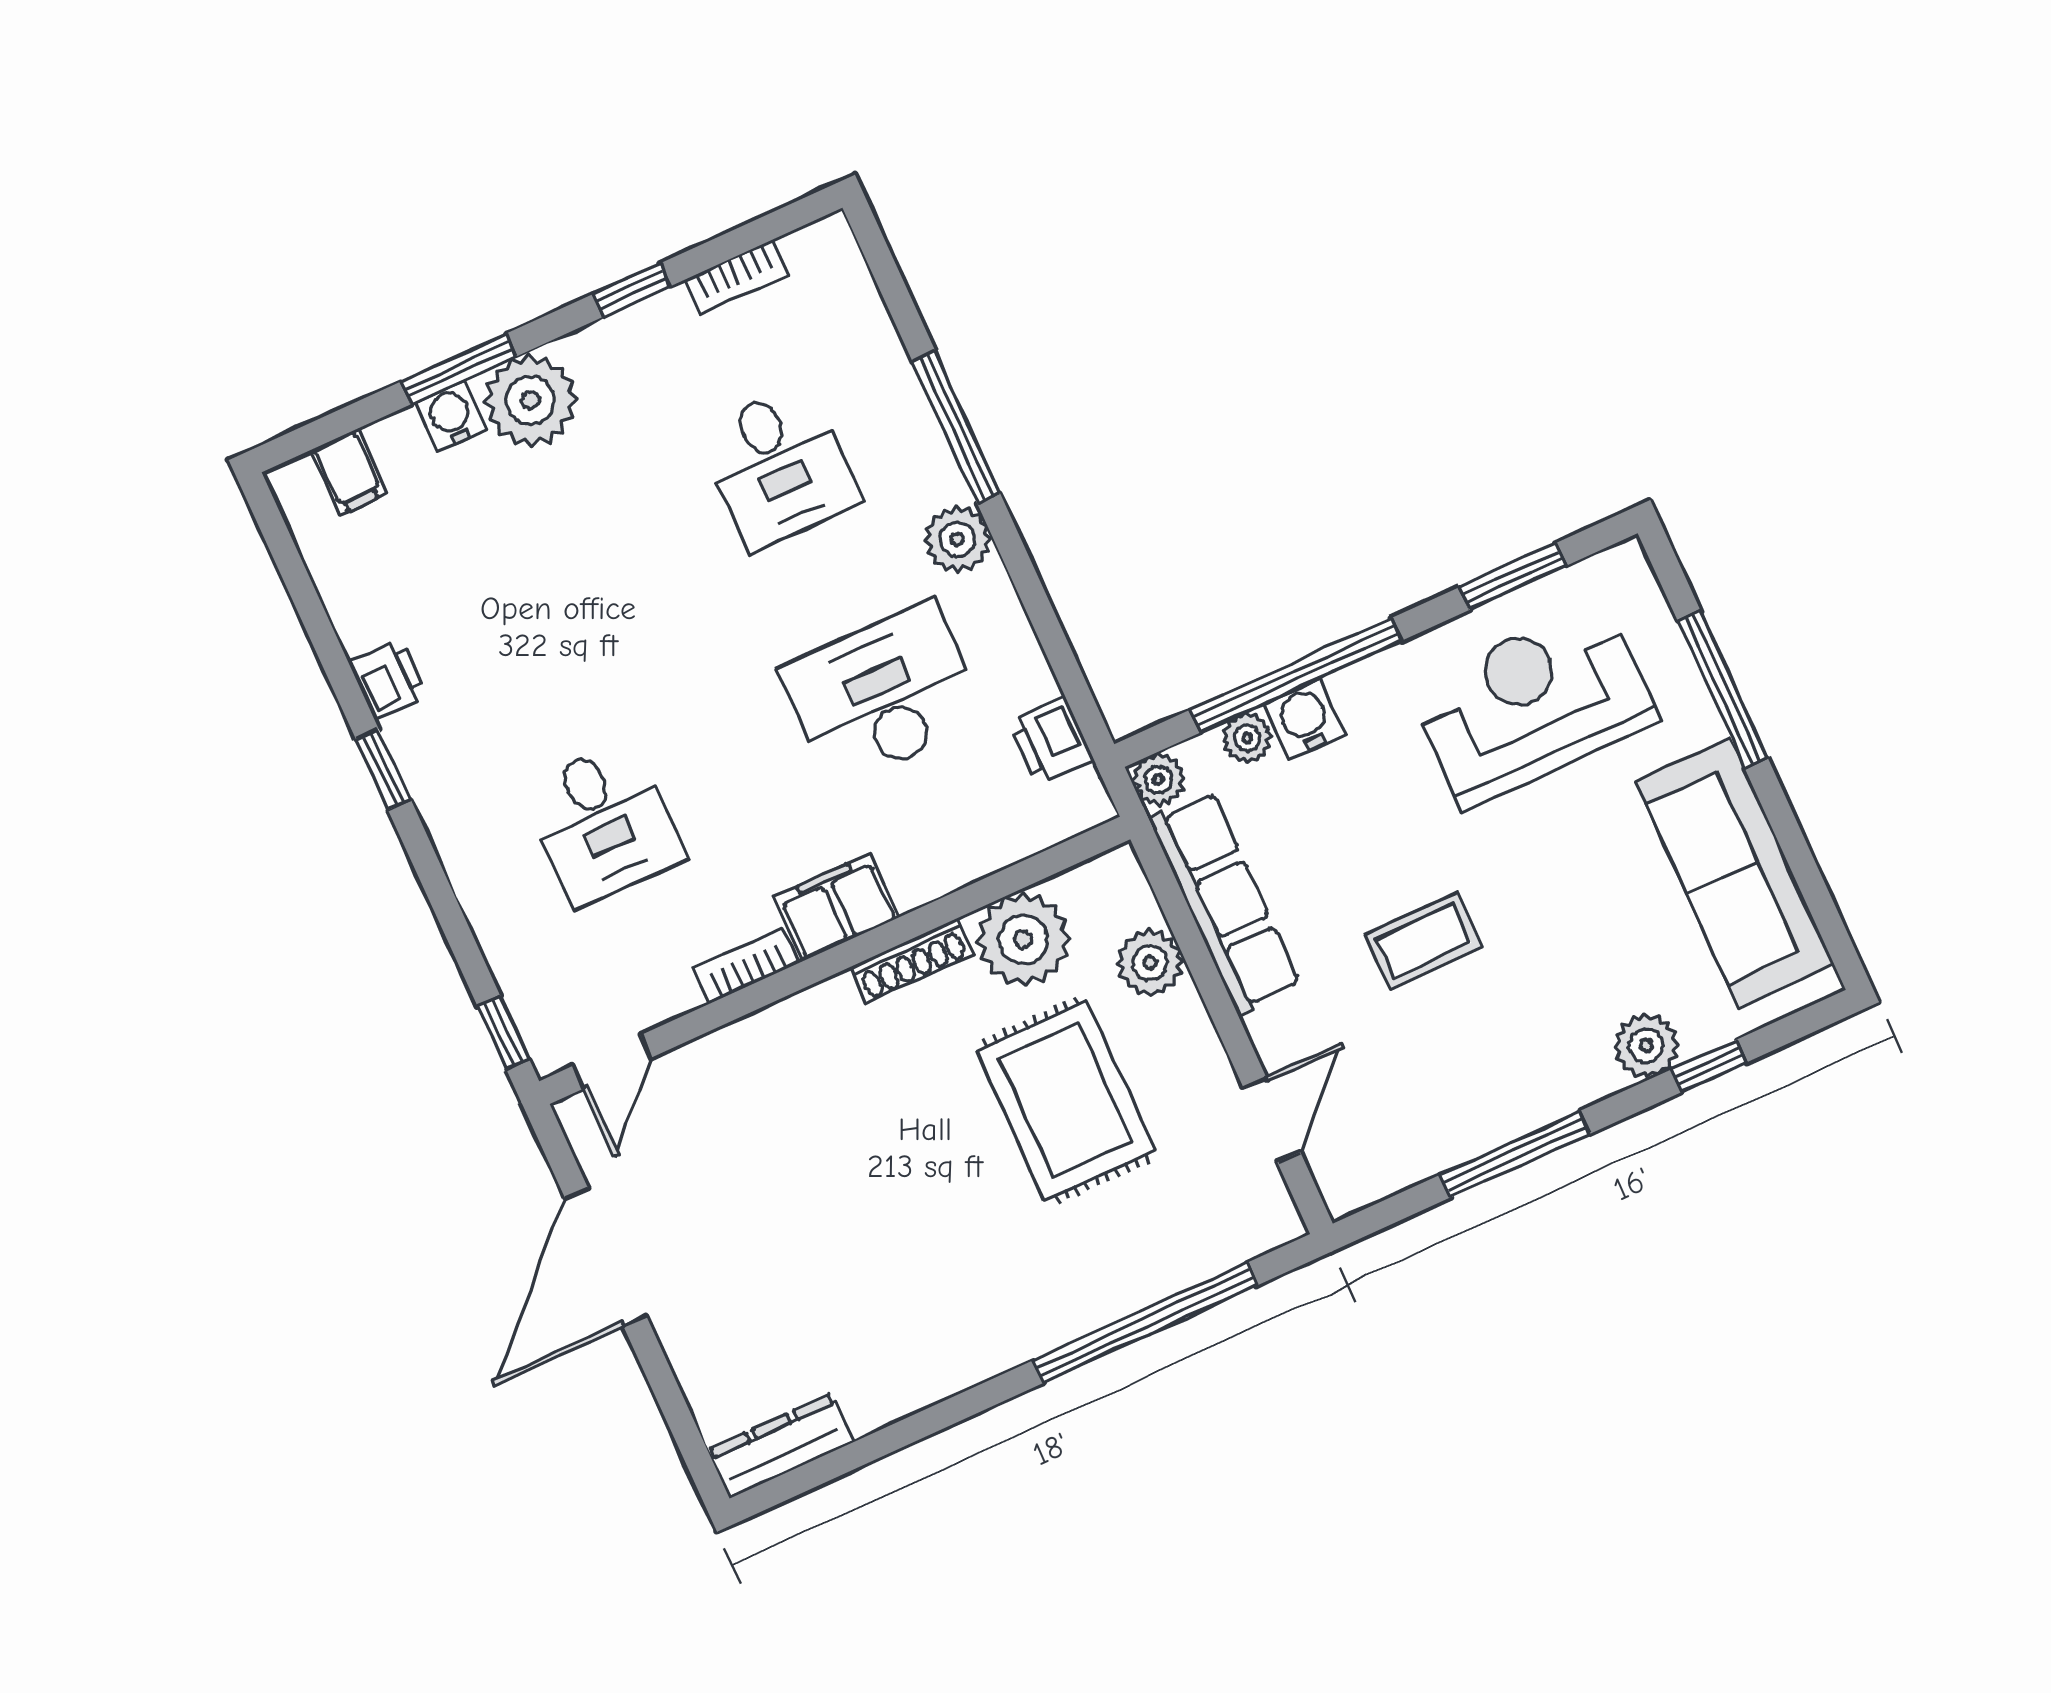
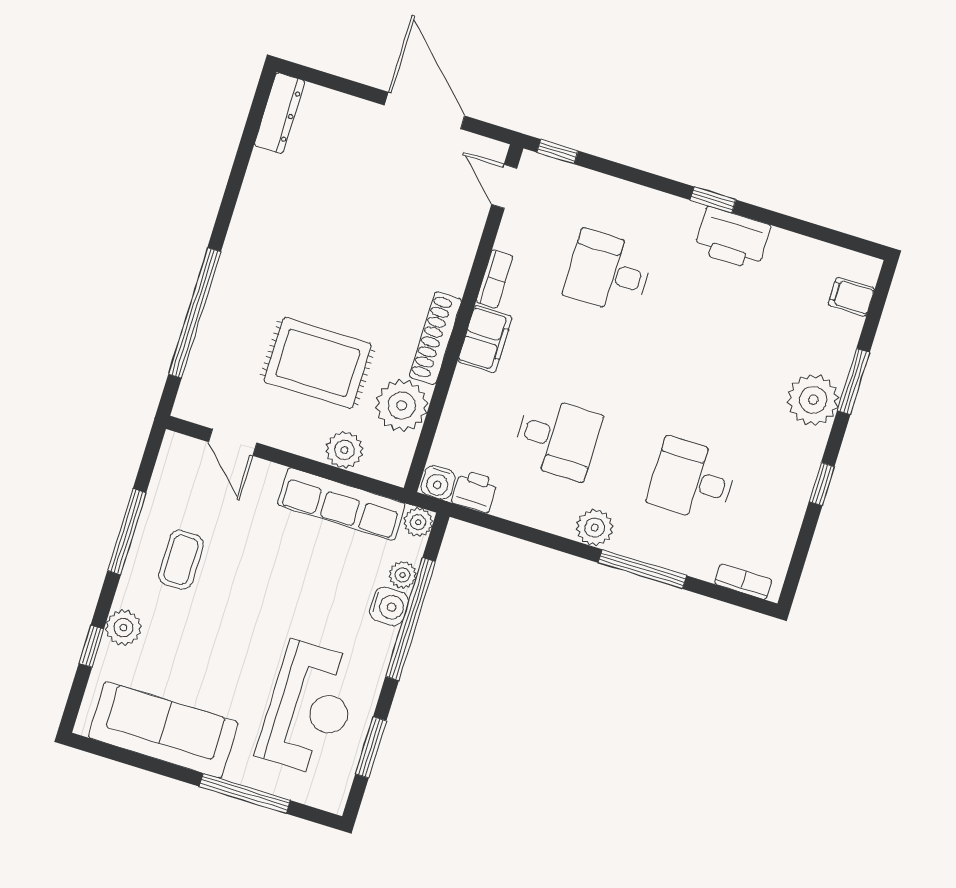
bookcase: (736, 277) -> (743, 582), moved, turned 90
water cooler: (451, 416) -> (438, 482), moved, turned 90
printer: (388, 679) -> (732, 238), width x1.87, depth x1.48
desk: (883, 695) -> (557, 438), width x0.73
coffee table: (1424, 941) -> (181, 560), moved
shoe rack: (912, 961) -> (435, 338), width x1.36, depth x1.24

